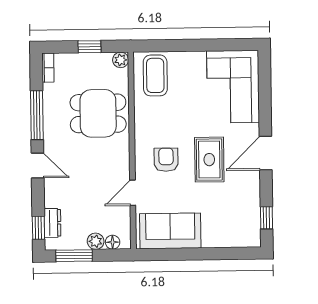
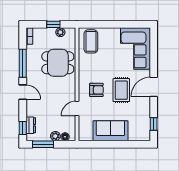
plant: (121, 60) -> (60, 32), moved
armchair: (166, 160) -> (96, 90), turned 90
sofa: (170, 231) -> (110, 131), moved

